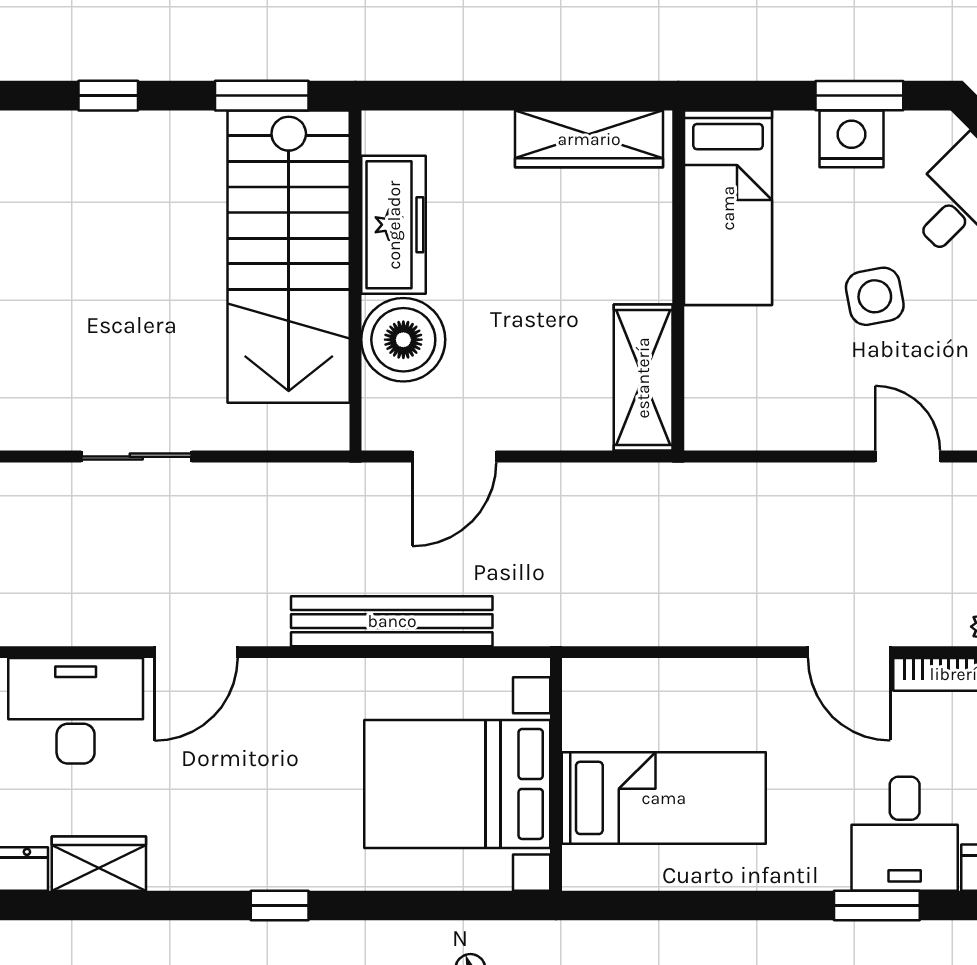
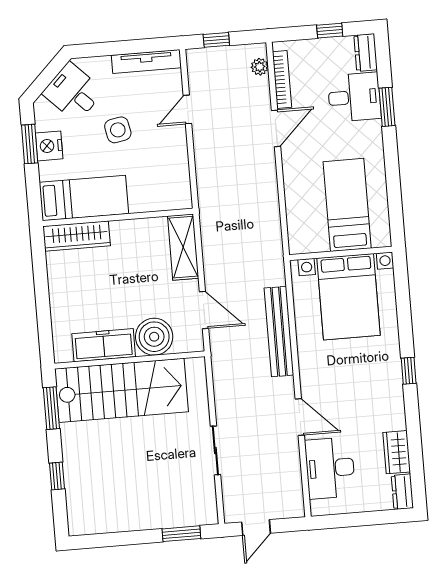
wardrobe: (589, 139) -> (77, 236), moved, turned 90
shelving: (643, 378) -> (183, 247), moved, turned 90

